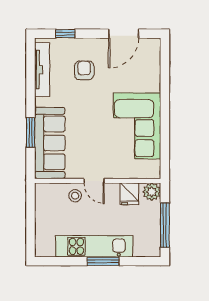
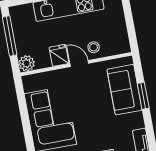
sofa: (50, 143) -> (125, 90), width x0.73
fridge: (129, 194) -> (59, 55), moved

